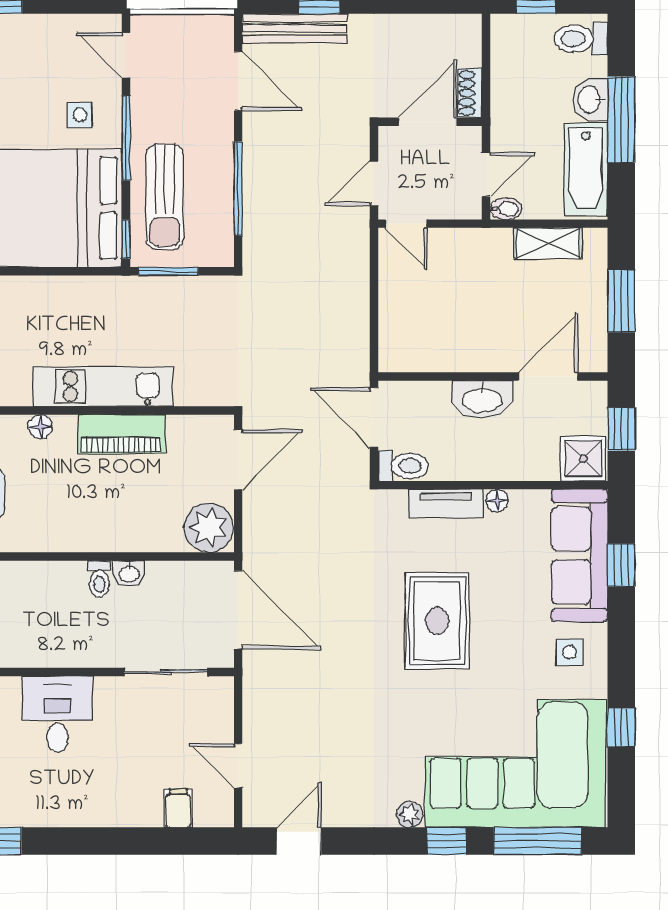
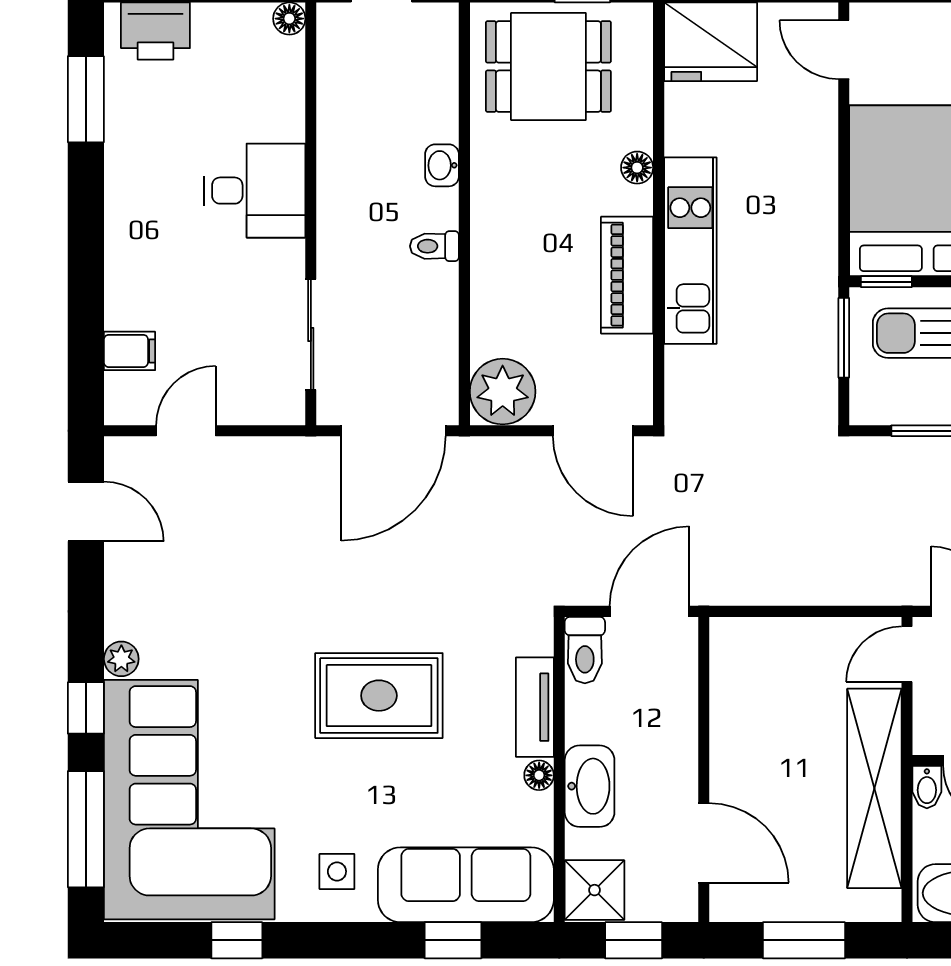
shelving: (548, 243) -> (874, 788), width x2.20, depth x1.33
washbasin: (482, 399) -> (590, 786), moved, turned 180
washbasin: (129, 573) -> (442, 165), moved

